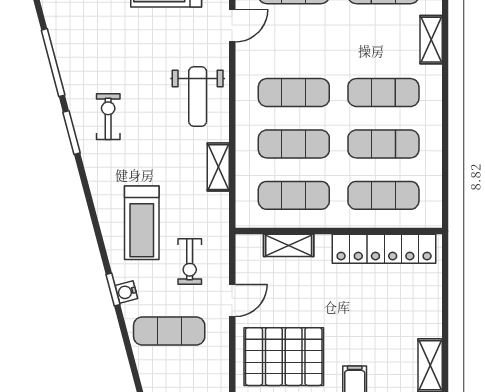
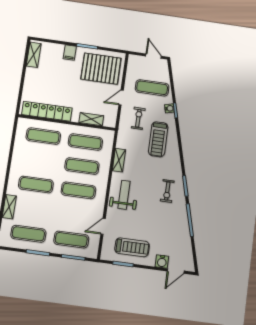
exercise mat: (383, 144) -> (40, 160), removed
treadmill: (142, 223) -> (158, 139), turned 180

